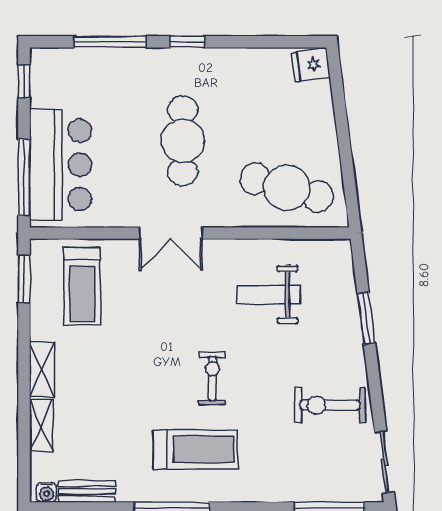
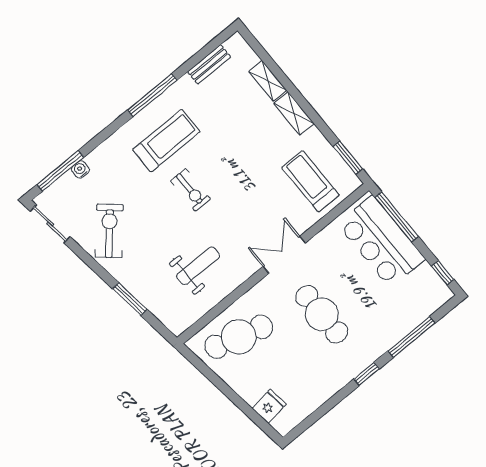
fridge: (311, 65) -> (269, 406), moved
exercise bike: (330, 405) -> (109, 231), turned -49
treadmill: (195, 449) -> (166, 141), turned 180
water cooler: (46, 492) -> (80, 170), moved

